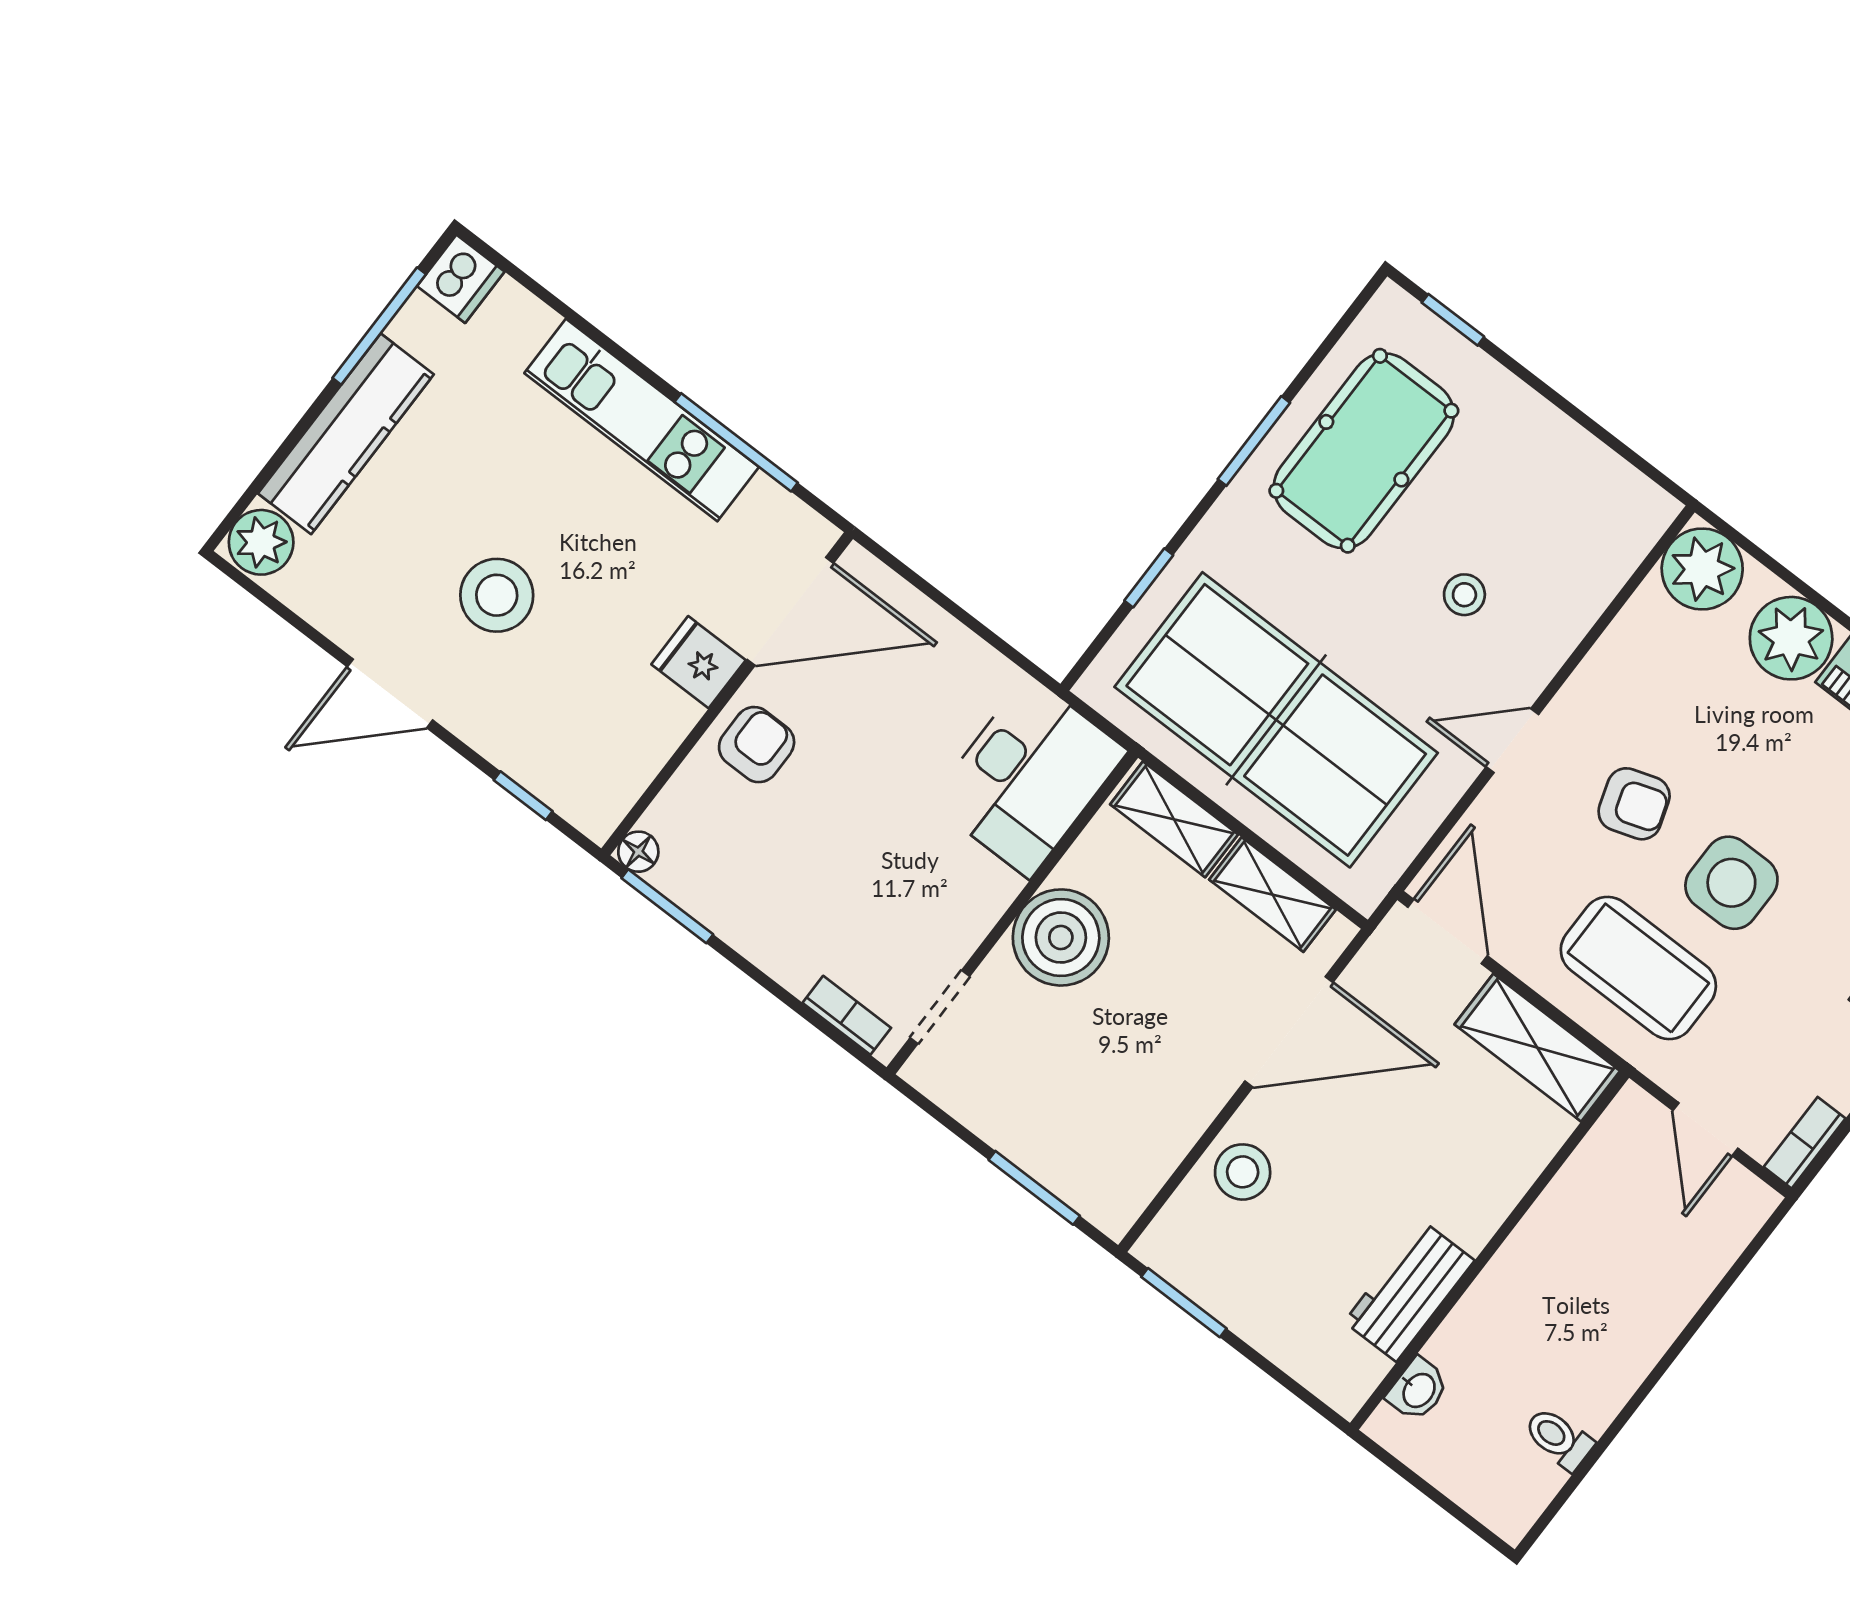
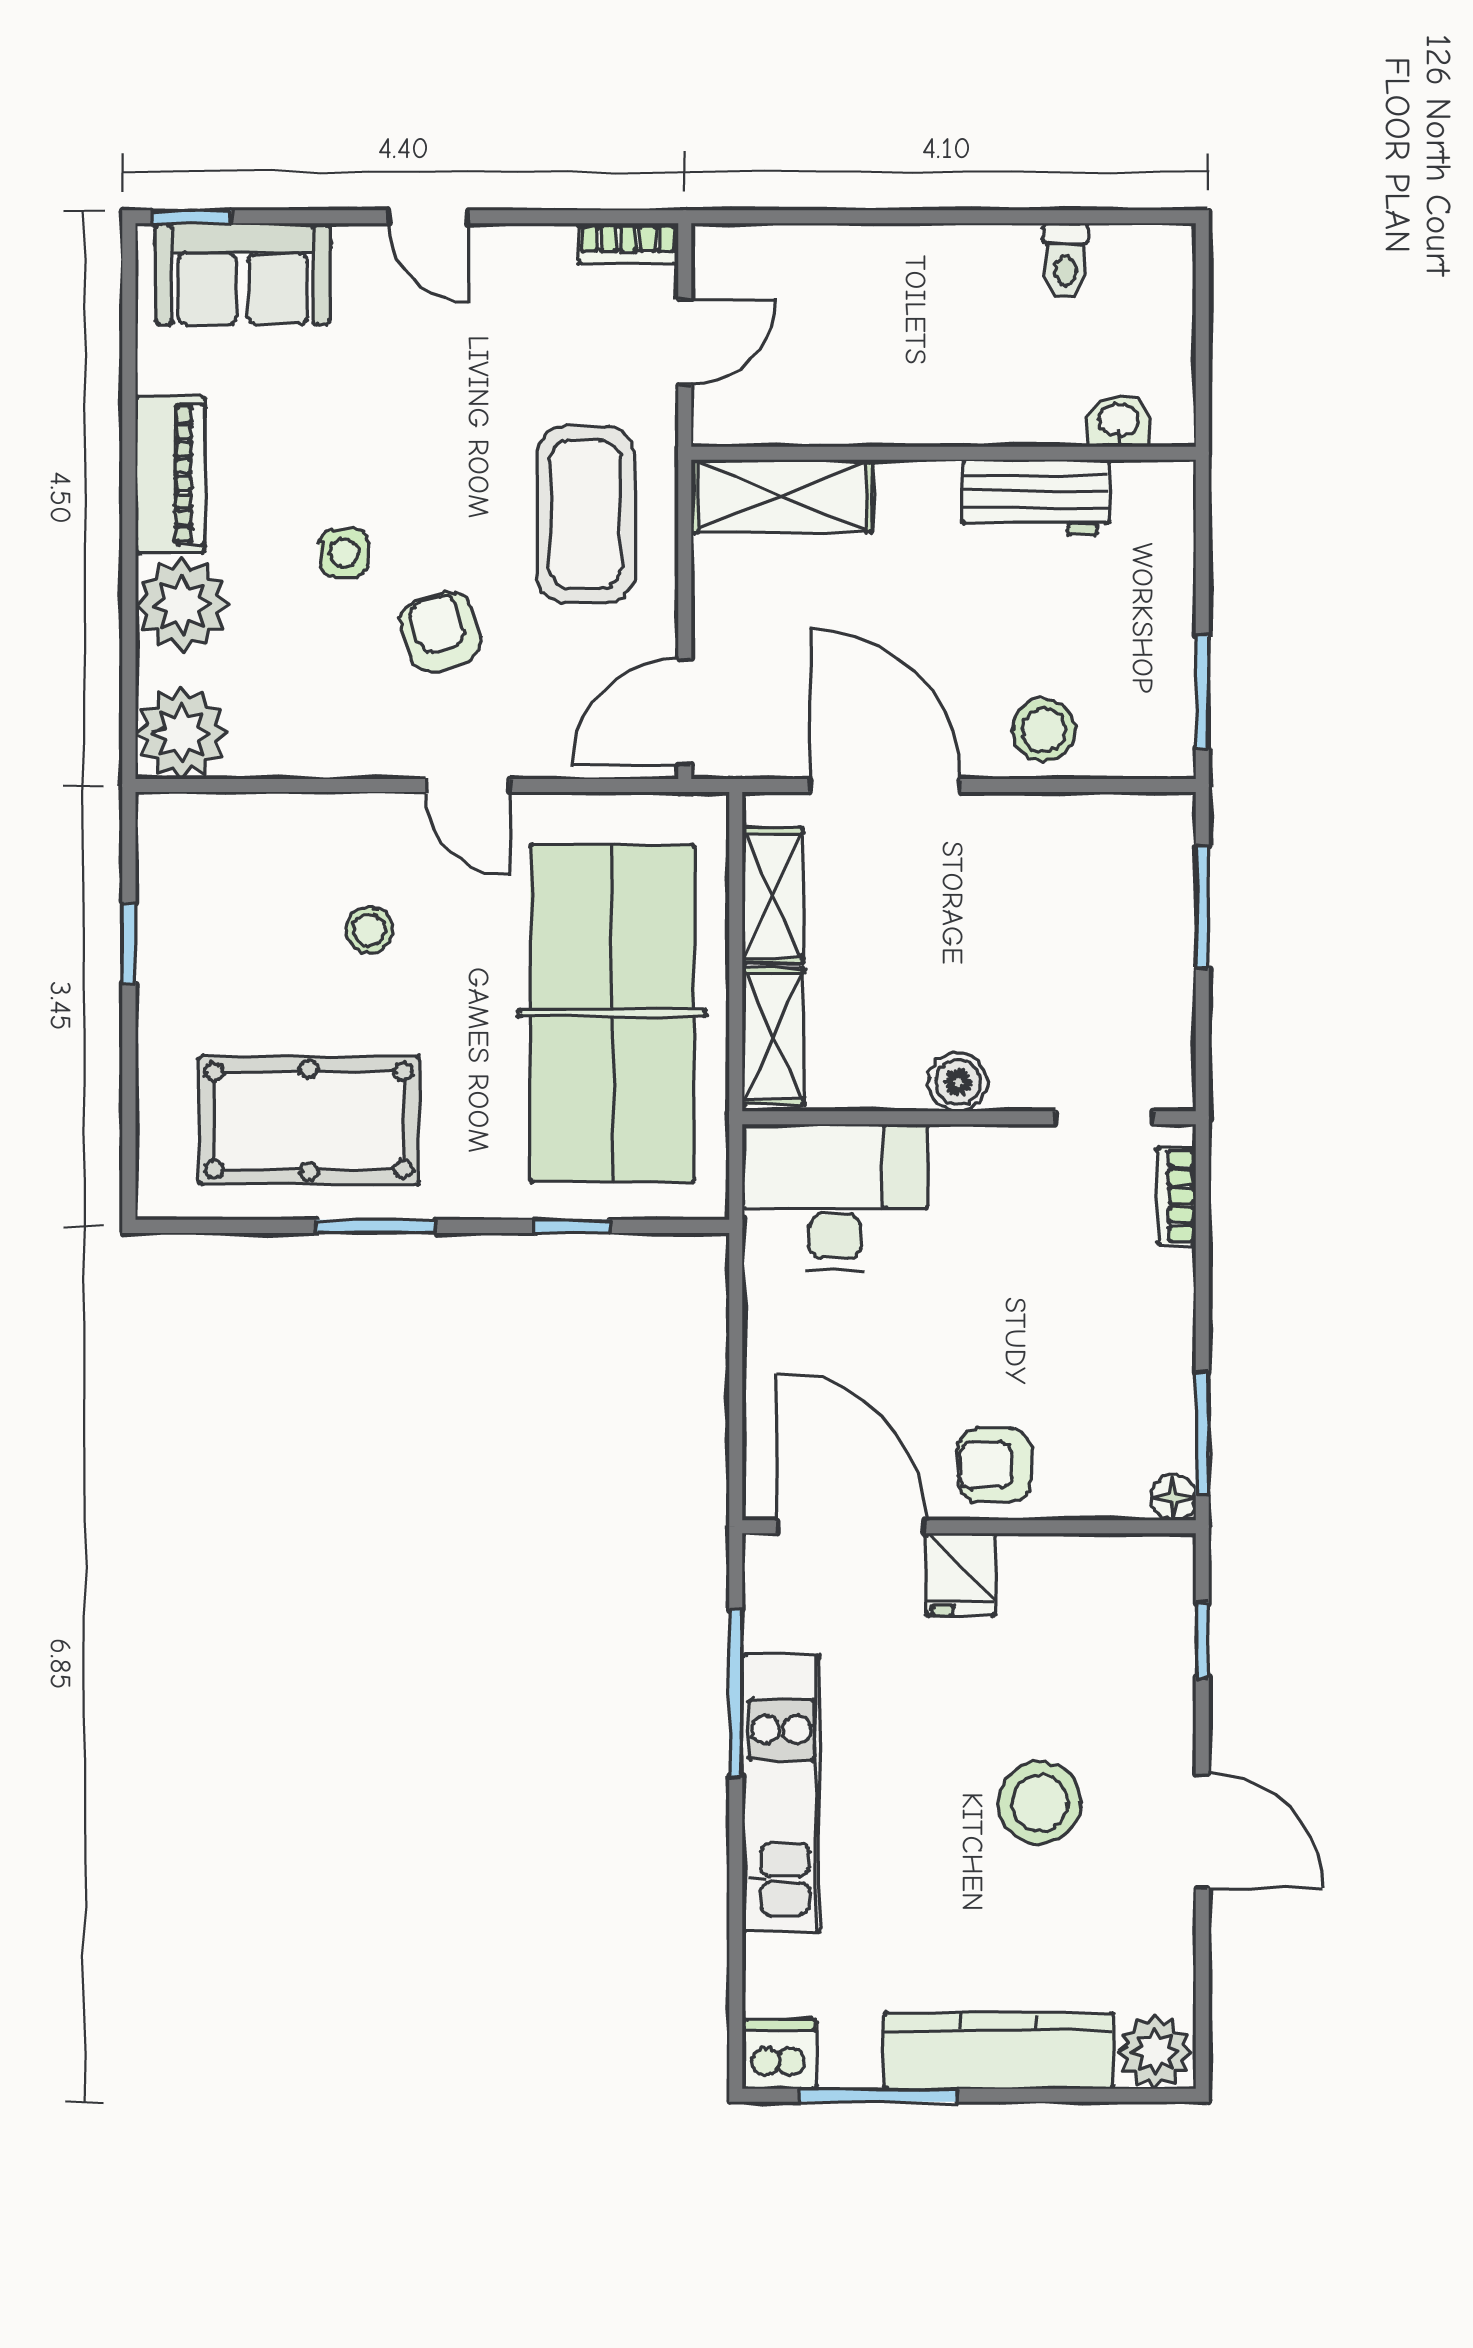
window: (1453, 320) -> (129, 943), moved
side table: (1731, 883) -> (344, 553), moved, width x0.54, depth x0.54
boiler: (1061, 937) -> (958, 1082), width x0.54, depth x0.54
shelving: (1537, 1048) -> (782, 496), moved, turned 90

